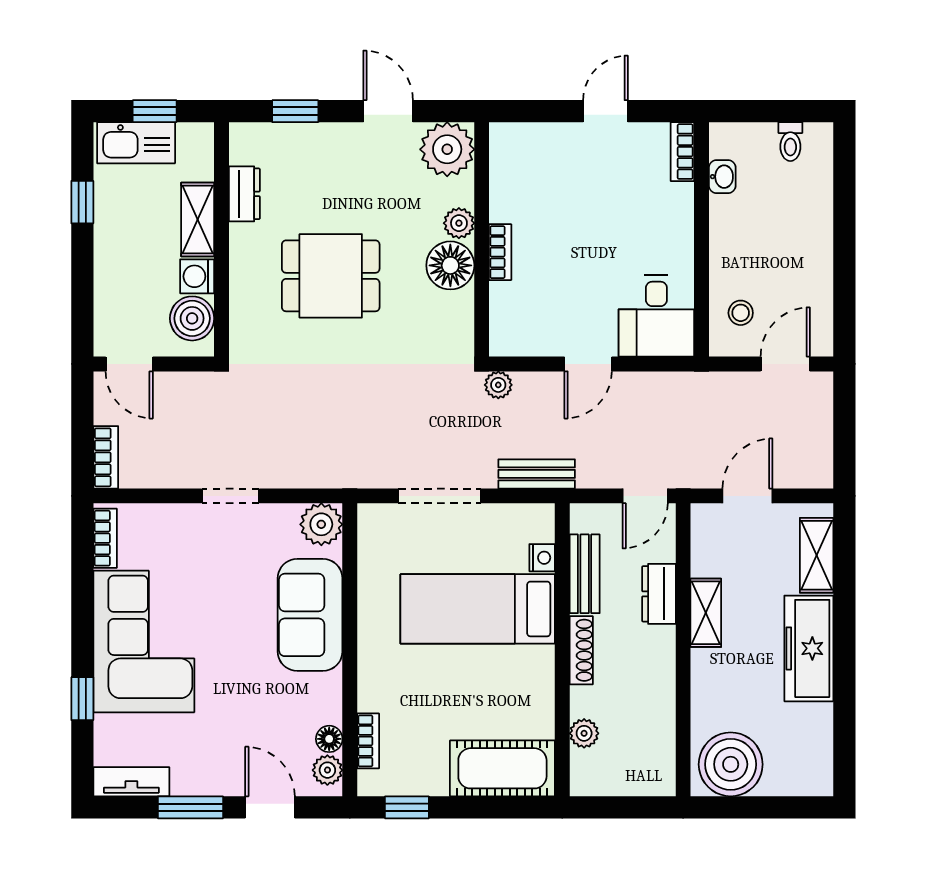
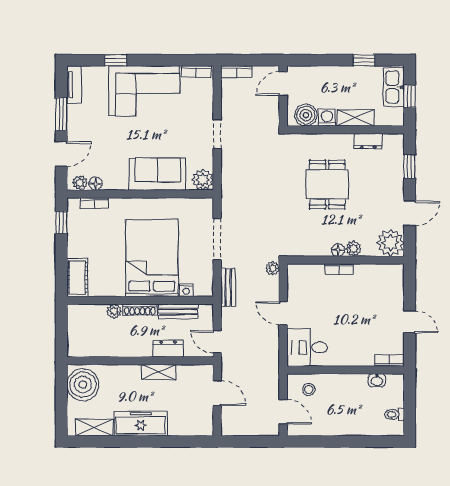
floor lamp: (450, 265) -> (338, 250), width x0.53, depth x0.53
shelving: (817, 555) -> (94, 428), moved
bed: (478, 609) -> (152, 258), width x1.50
plant: (584, 733) -> (114, 311), moved
cot: (502, 768) -> (77, 277), width x0.73, depth x0.75

